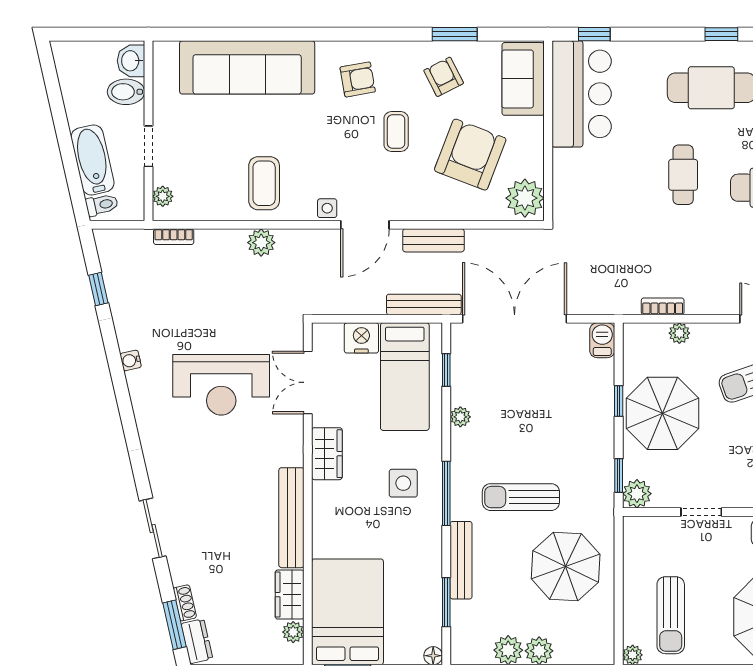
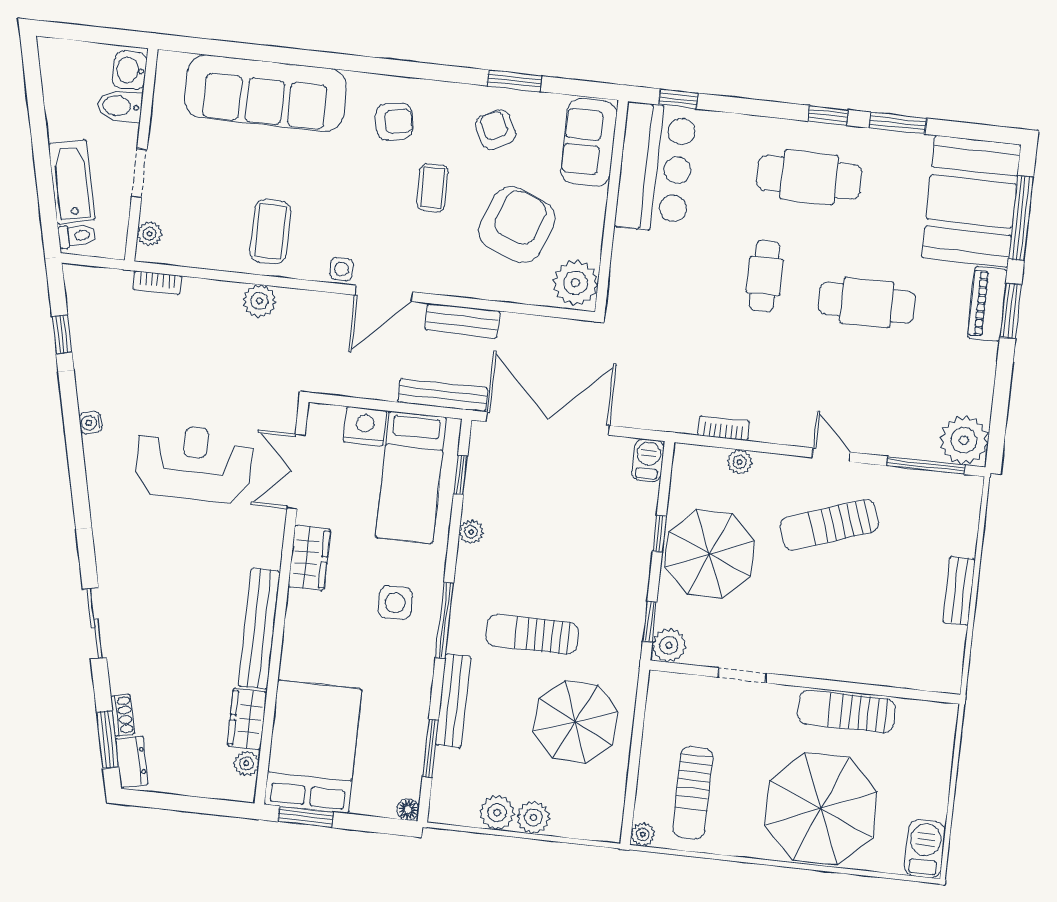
reception desk: (221, 385) -> (194, 463), turned 180

